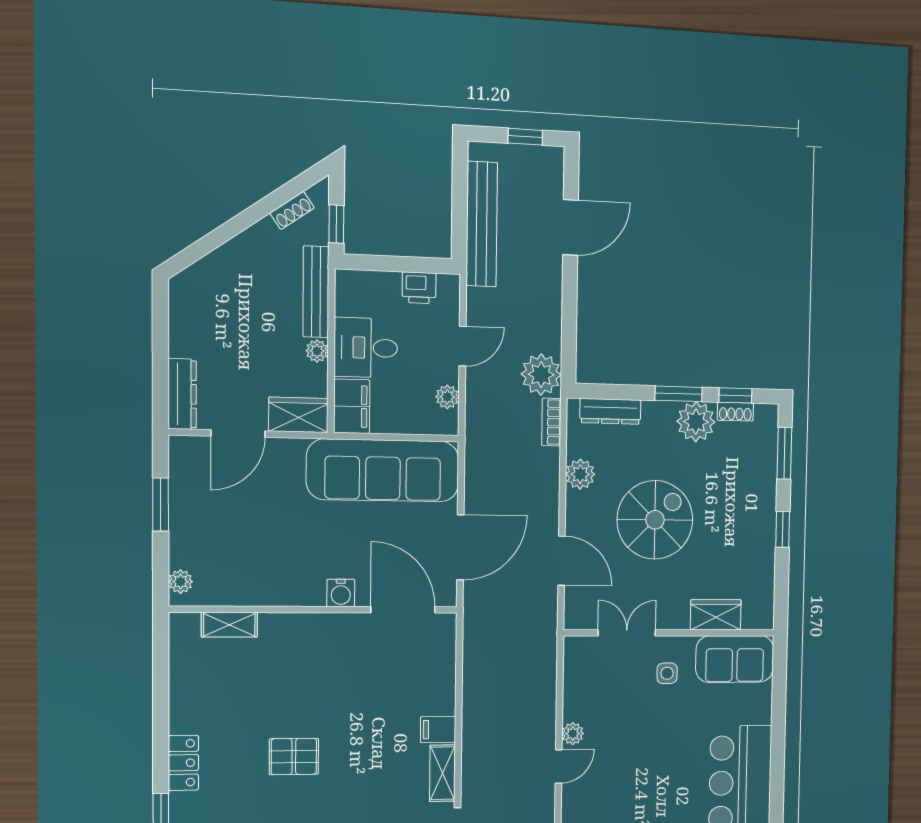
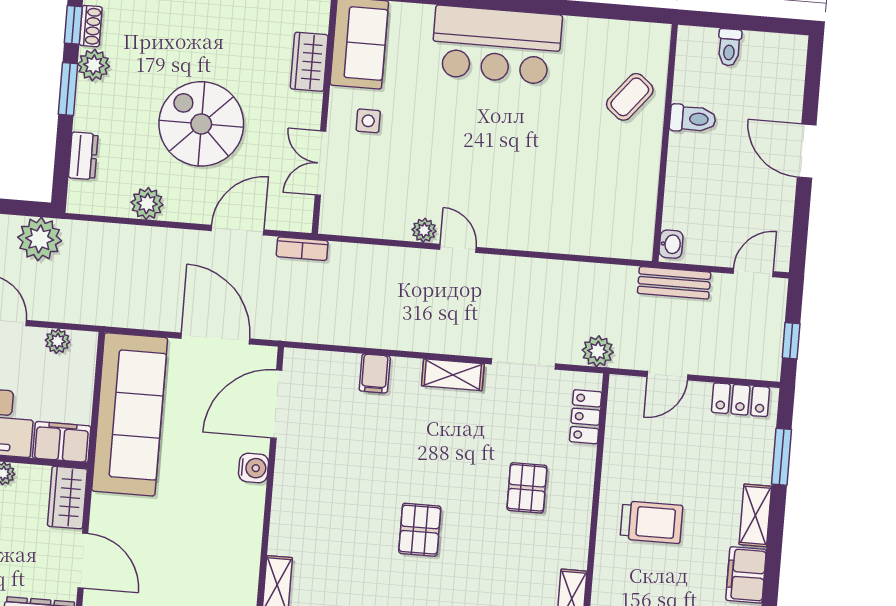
dresser: (610, 411) -> (83, 156), width x0.70
bookcase: (551, 422) -> (302, 249), moved
plant: (696, 422) -> (94, 65), width x0.73, depth x0.73
filing cabinet: (438, 729) -> (375, 373), moved

